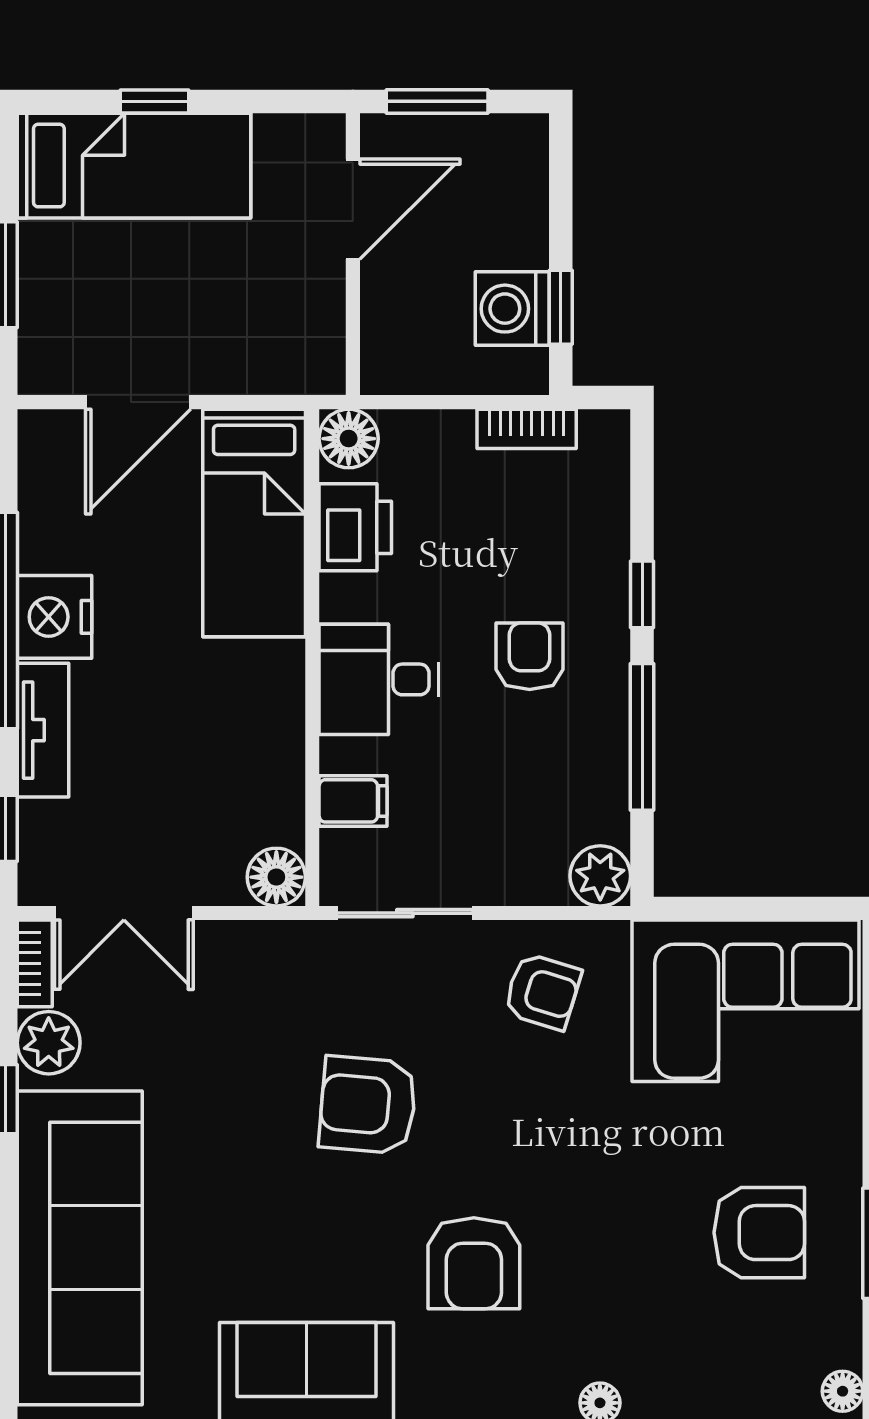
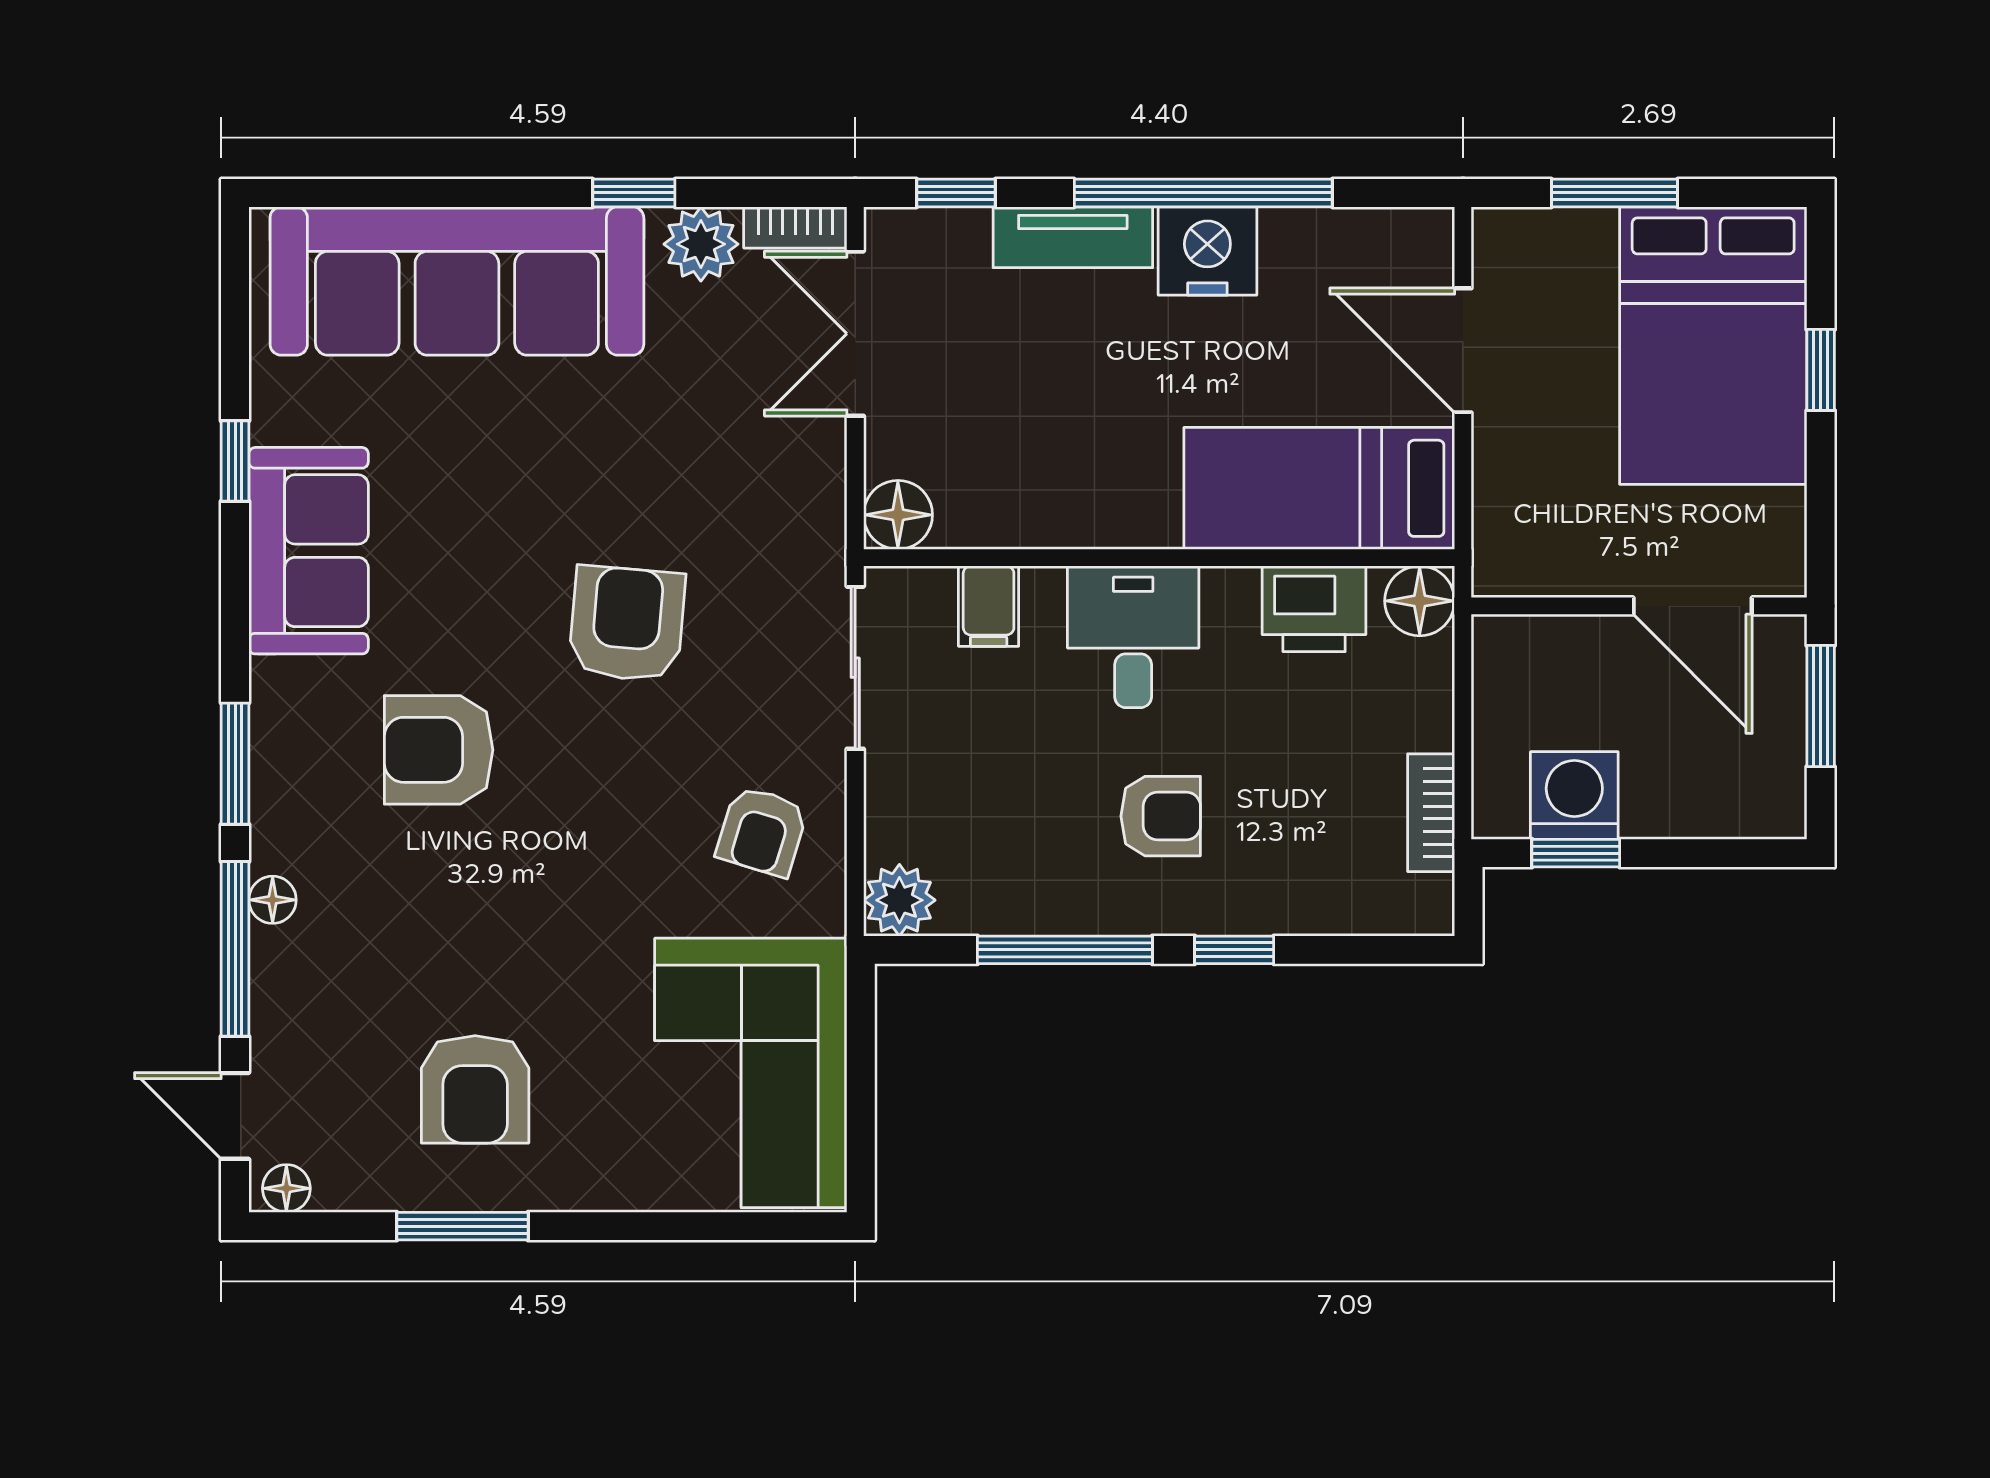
bed: (134, 166) -> (1713, 346), width x1.50

